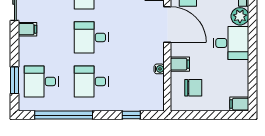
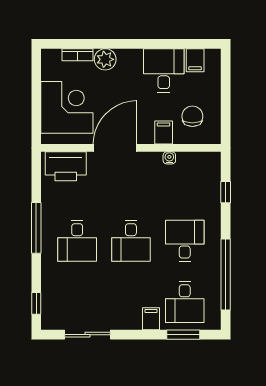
filing cabinet: (27, 29) -> (151, 319), moved
desk: (231, 43) -> (164, 70), moved
desk: (91, 81) -> (185, 241), turned 180
filing cabinet: (239, 104) -> (195, 60), moved

